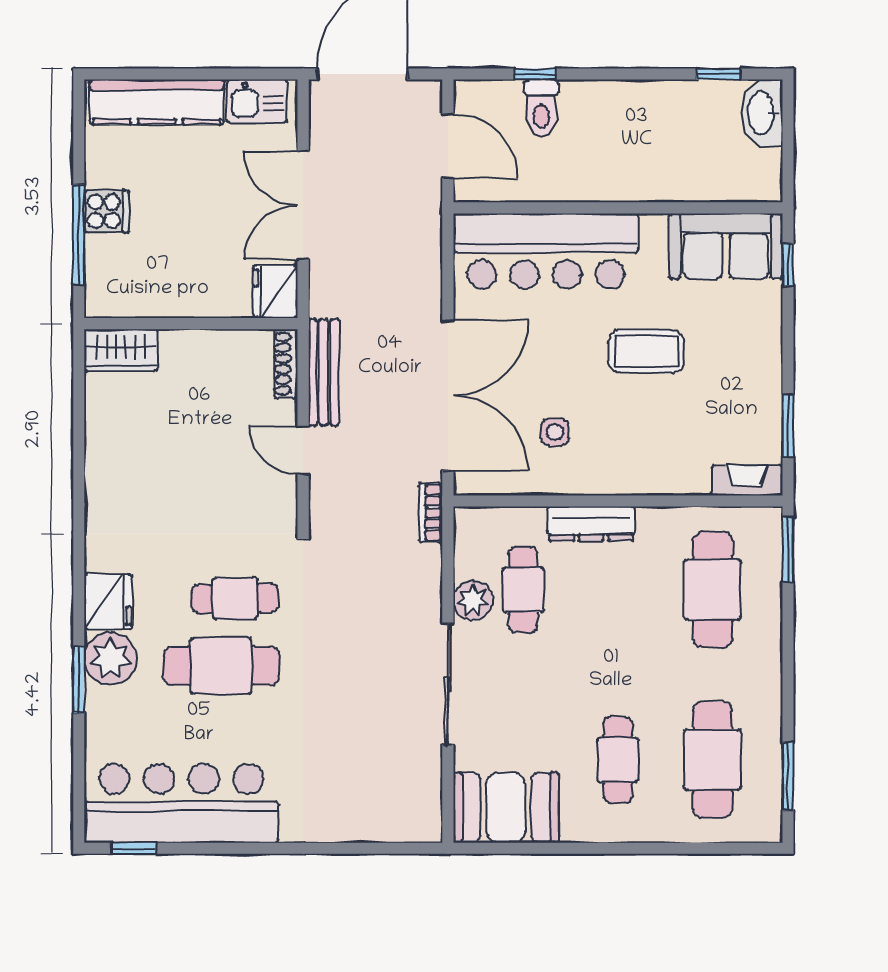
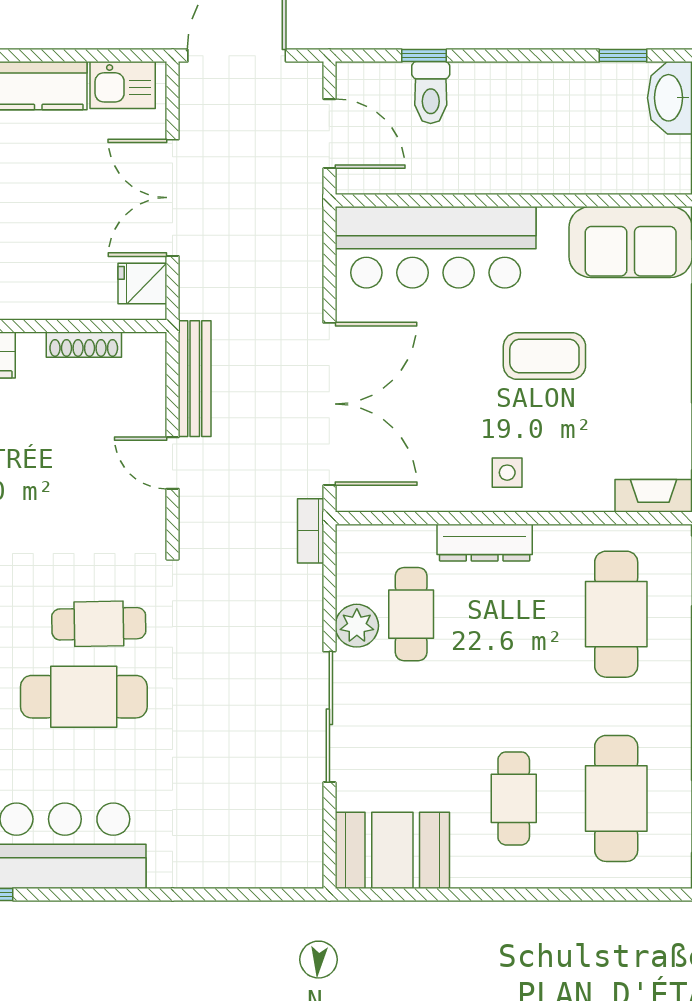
fridge: (275, 292) -> (142, 283), width x0.72
shoe rack: (286, 364) -> (84, 345), moved, turned -90
side table: (555, 432) -> (507, 473), moved

